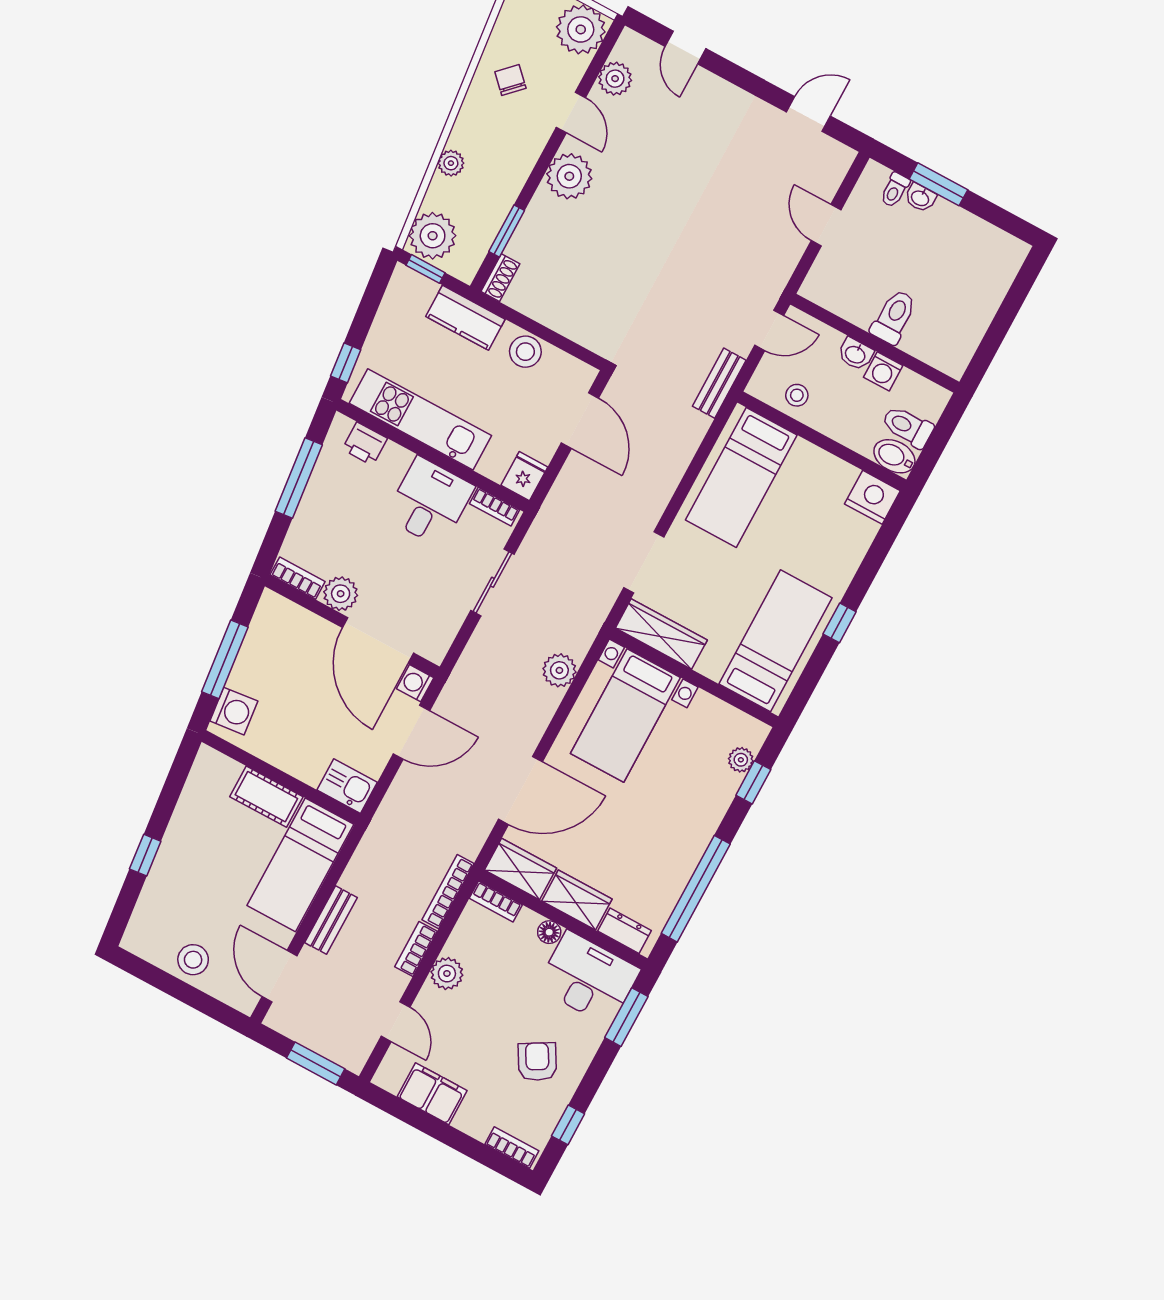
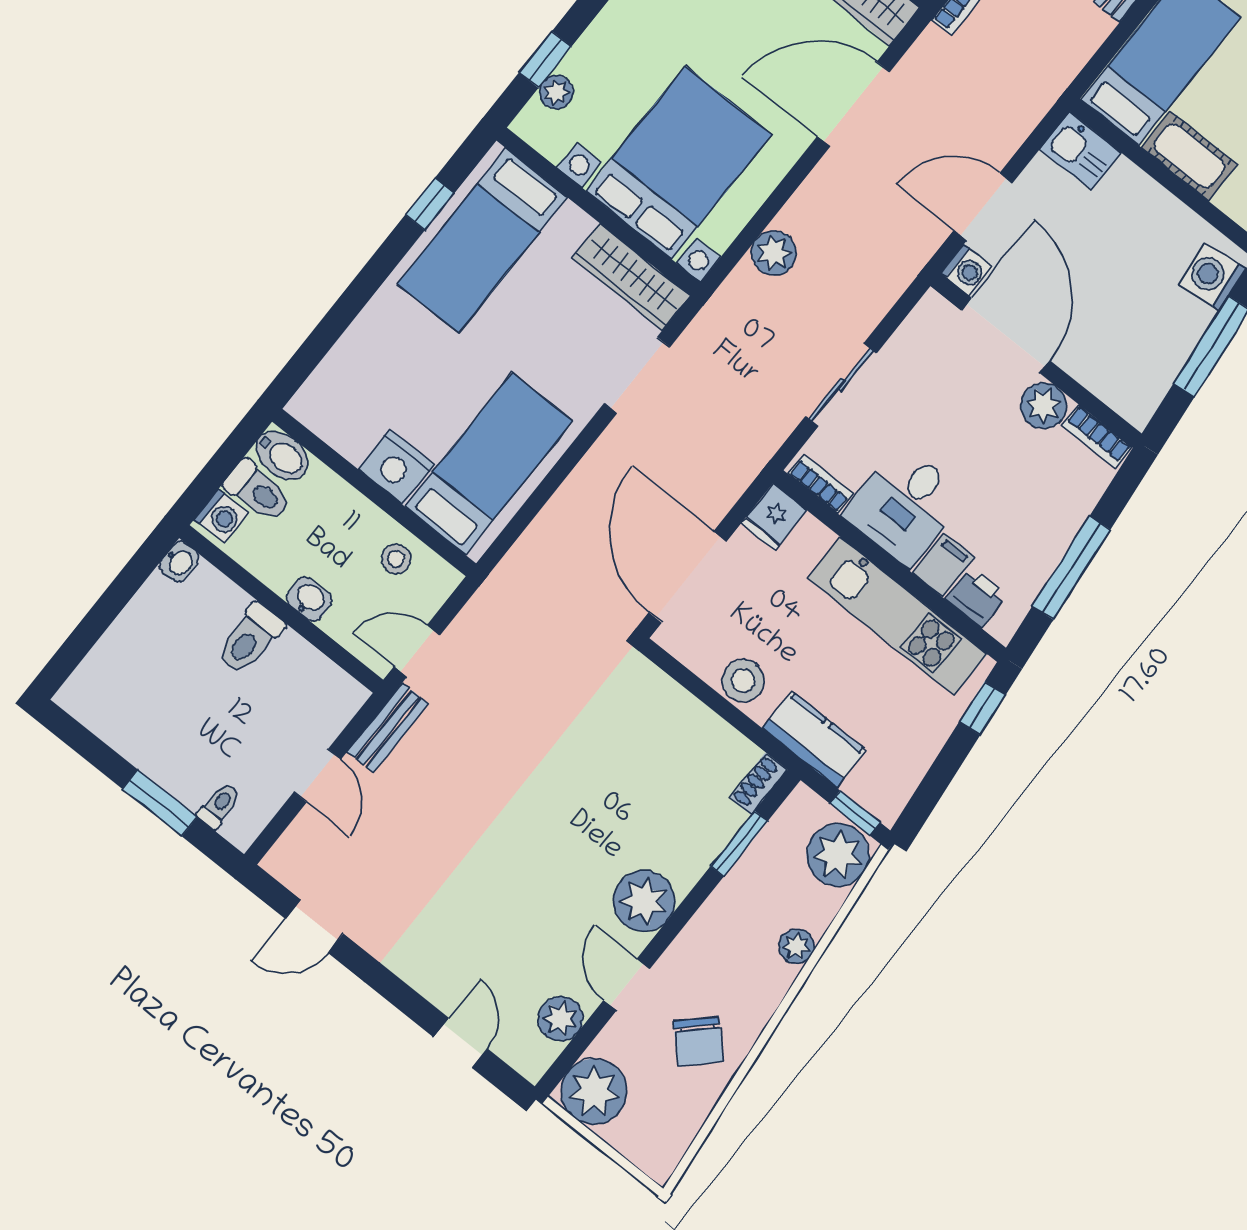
chair: (510, 80) -> (699, 1042), width x1.37, depth x1.37
washbasin: (920, 198) -> (179, 562), moved, turned 90
washing machine: (883, 371) -> (221, 516), moved, turned 90
bench: (719, 383) -> (388, 728), moved
door: (580, 420) -> (688, 577), width x1.36
filing cabinet: (393, 463) -> (943, 565), added
nightstand: (872, 497) -> (396, 467), moved
window: (840, 623) -> (430, 204), moved
bed with nightstands: (625, 715) -> (679, 163), width x1.36

